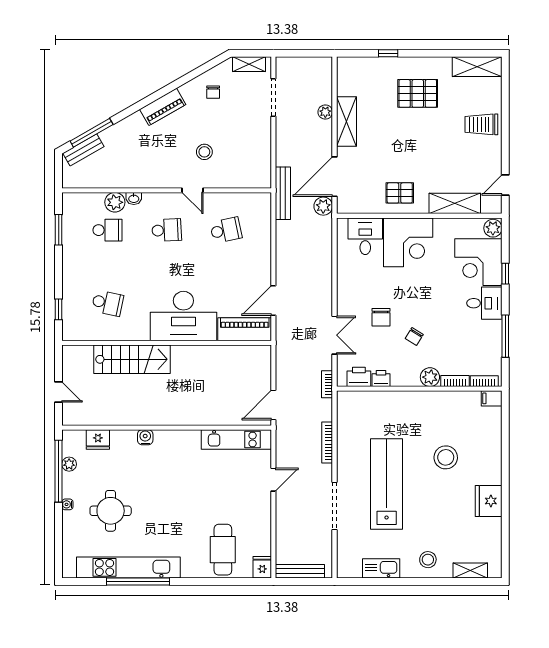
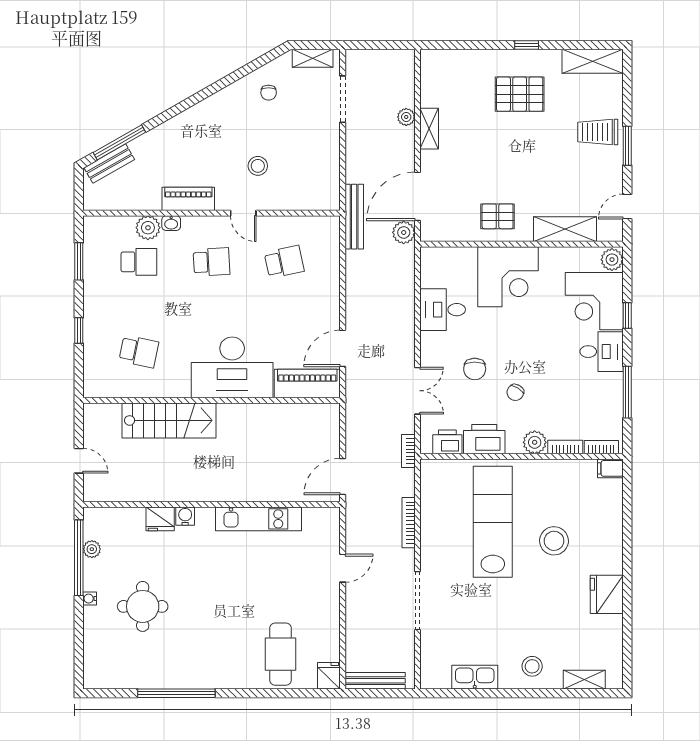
window: (388, 53) -> (527, 45), moved
piano: (163, 107) -> (188, 199), moved, turned -150
shelving: (347, 122) -> (429, 129), width x0.67, depth x0.75
window: (505, 135) -> (627, 146), added
desk: (365, 236) -> (443, 310), moved, turned -90
window: (59, 309) -> (79, 331), moved
printer: (381, 378) -> (484, 439), width x1.87, depth x1.48
fridge: (98, 439) -> (160, 519), moved
kitchen unit: (236, 440) -> (258, 519), moved
lab bench: (387, 484) -> (493, 522), moved
kitchen unit: (128, 567) -> (164, 676), removed

